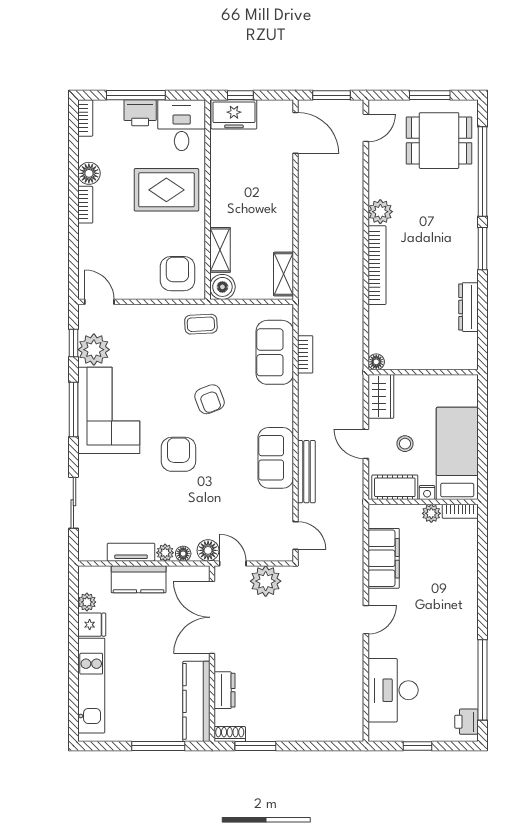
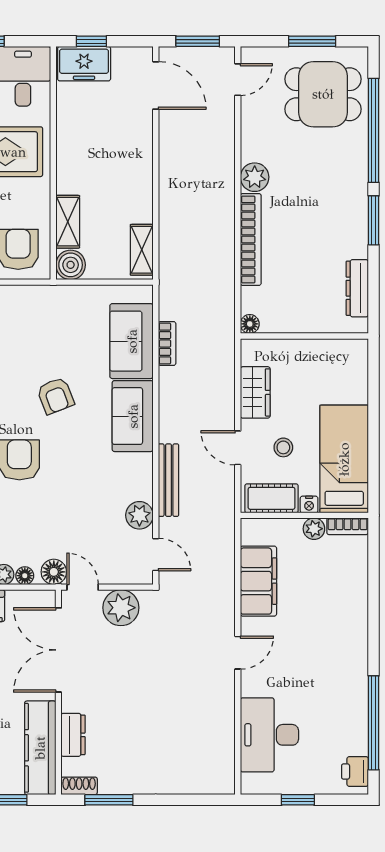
coffee table: (201, 324) -> (45, 308), removed
floor lamp: (376, 362) -> (250, 324), moved
wall: (423, 372) -> (304, 336), moved
sofa: (276, 458) -> (133, 416), moved
plant: (282, 502) -> (139, 515), added

